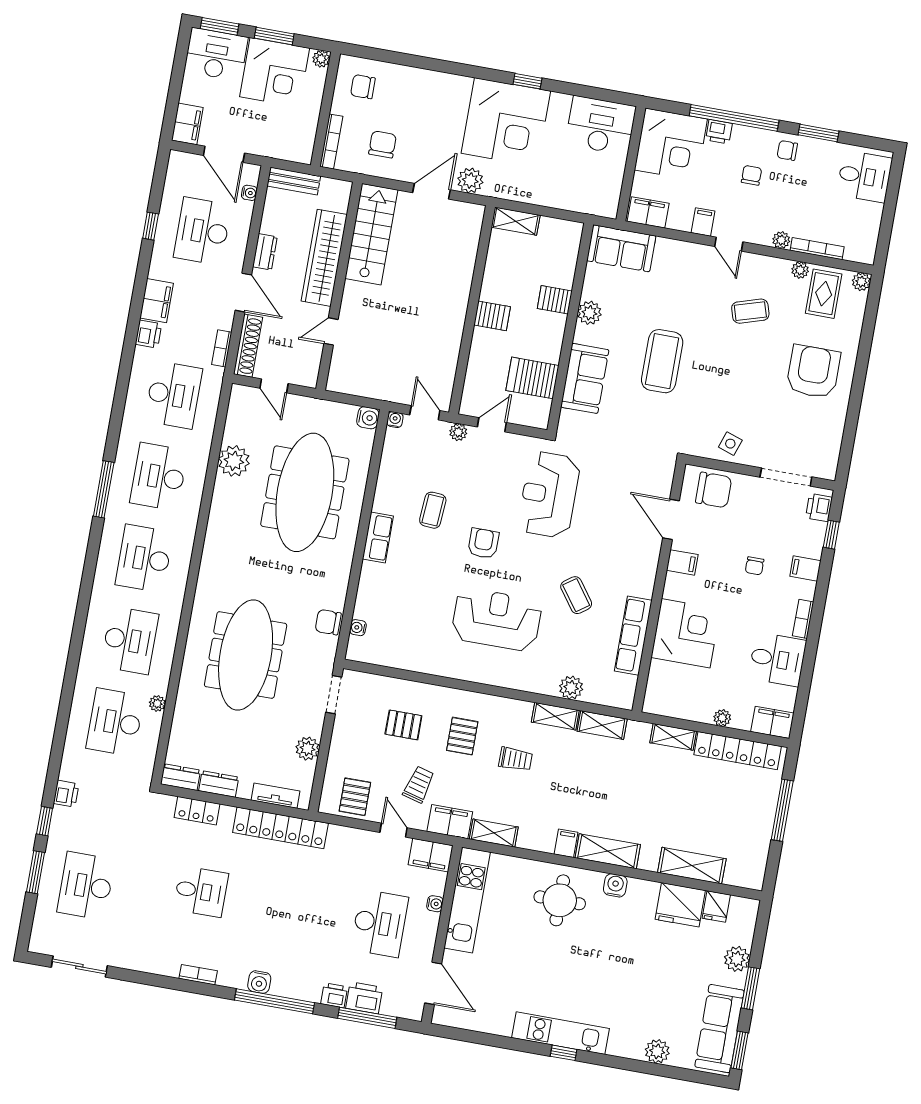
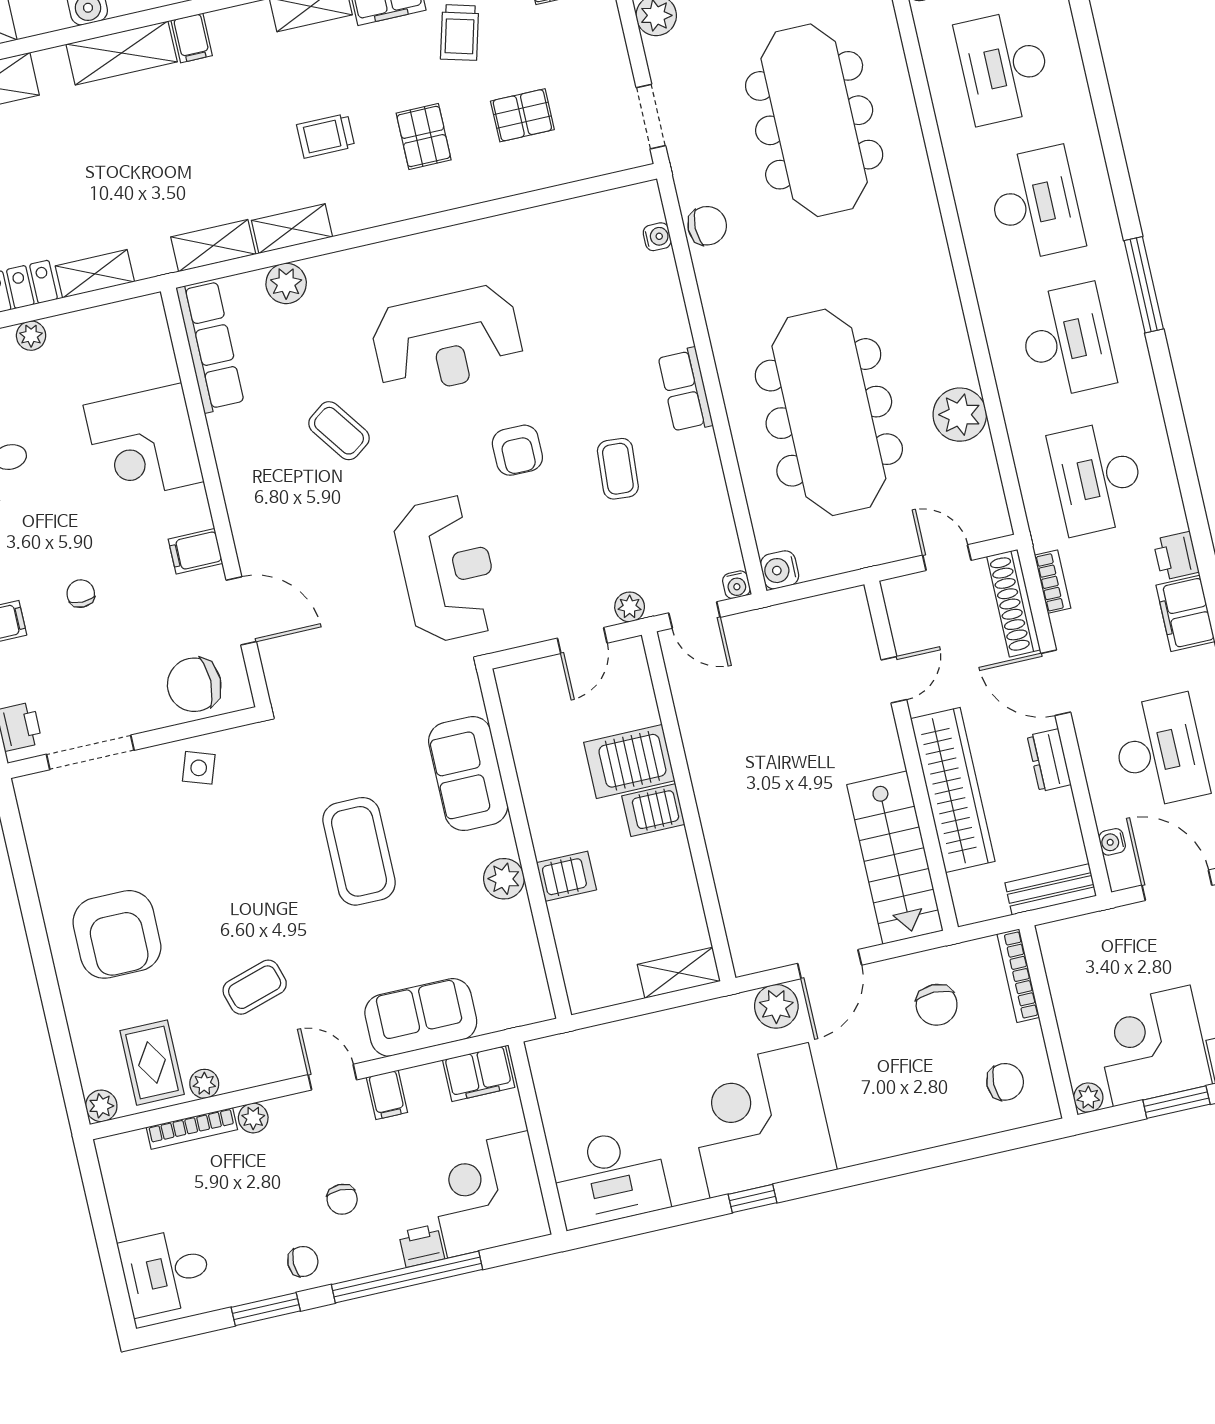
sofa: (621, 248) -> (421, 1017), moved
server rack: (532, 378) -> (629, 761), moved, turned 180
row of seats: (633, 636) -> (210, 346), moved

